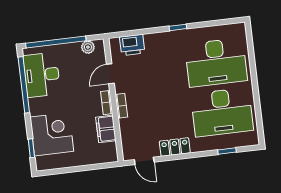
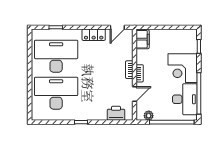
filing cabinet: (106, 129) -> (143, 39), moved
corner desk: (52, 134) -> (183, 68), moved
door: (144, 161) -> (117, 27), swing flipped

